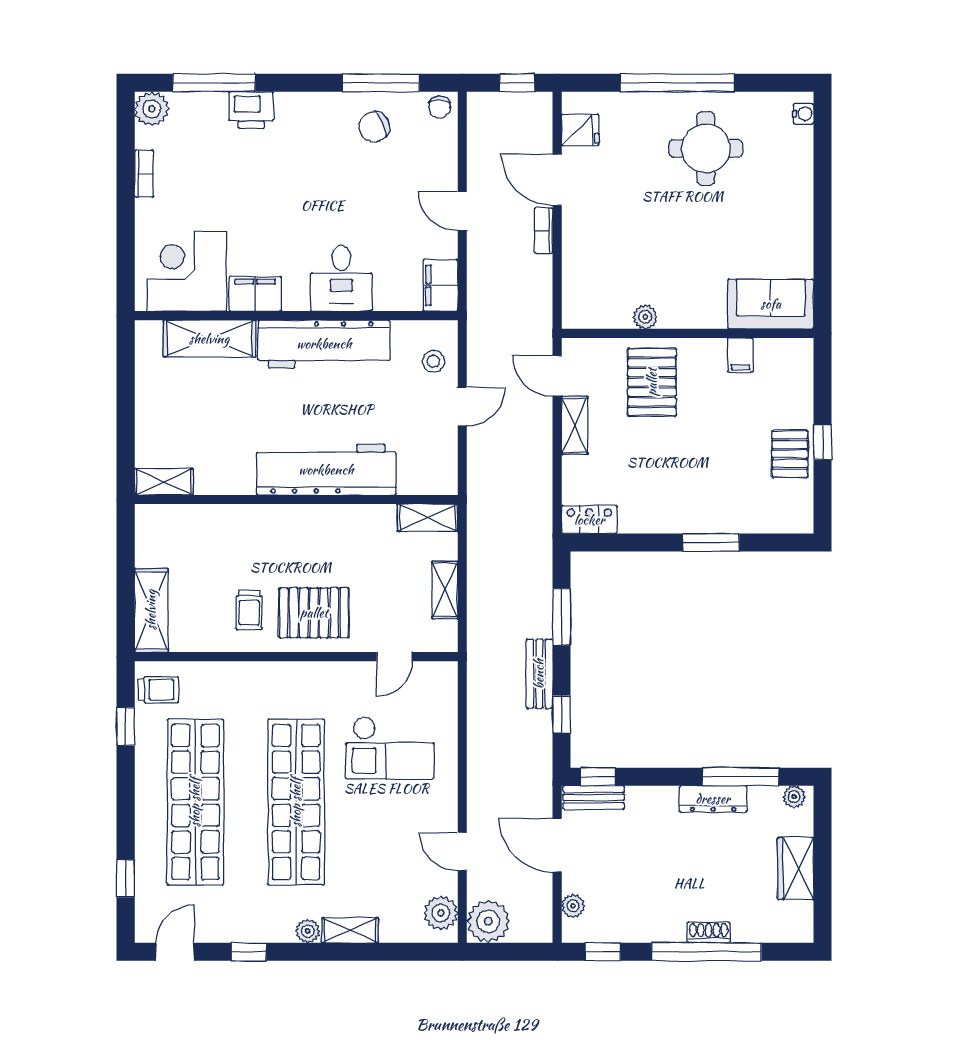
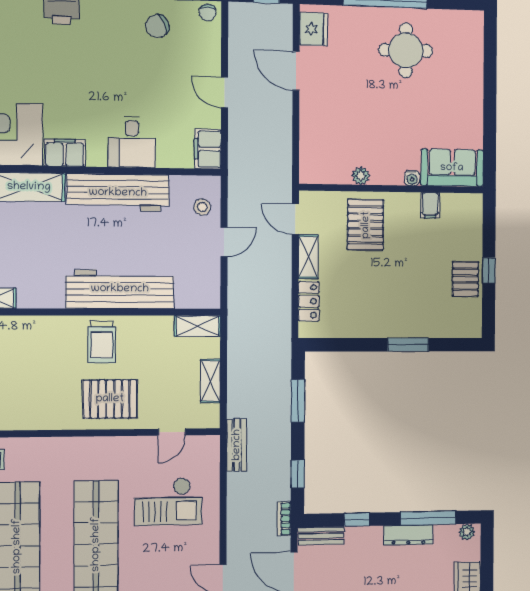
water cooler: (804, 114) -> (412, 178), moved, turned 90
fridge: (580, 130) -> (313, 29), width x1.38
bookcase: (544, 231) -> (284, 519), moved
locker: (589, 520) -> (309, 301), moved, turned 90
trolley: (249, 610) -> (102, 342), moved, width x1.36, depth x1.39
bench: (539, 674) -> (237, 445), moved
window: (598, 777) -> (357, 520), moved

